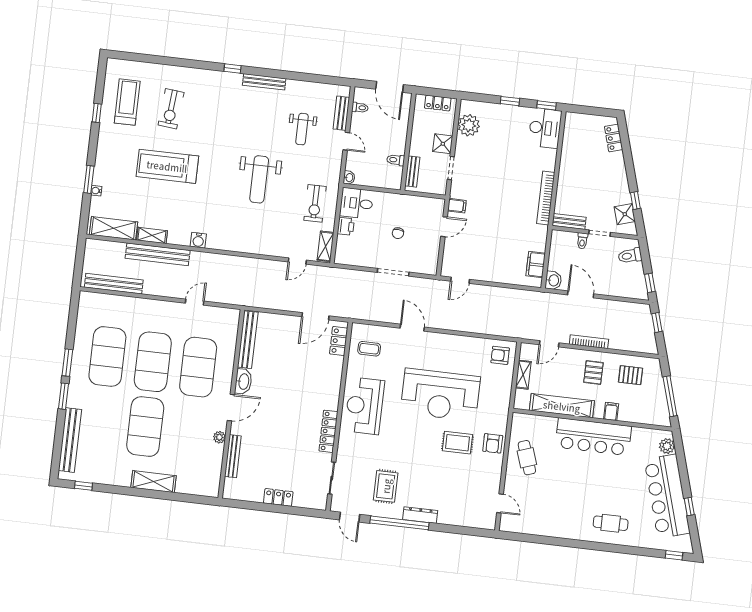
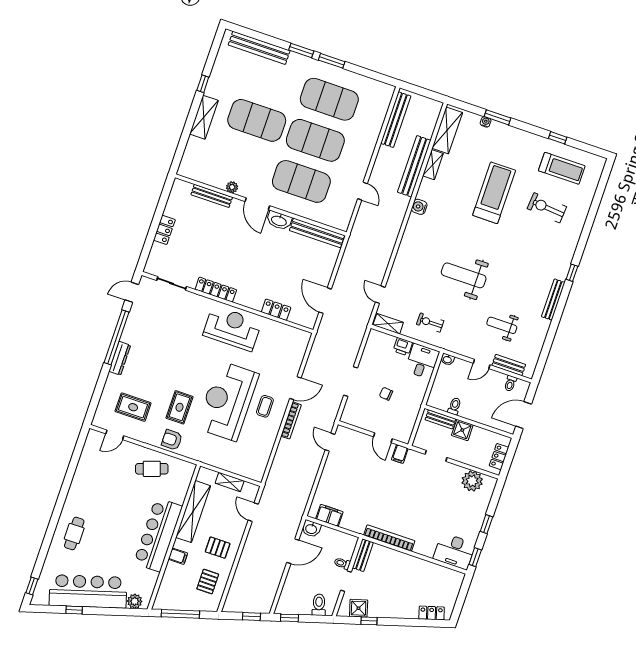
shower: (443, 144) -> (462, 430), moved
exercise bike: (315, 203) -> (430, 323), width x0.73, depth x0.72
locker: (339, 341) -> (276, 310), moved
bookcase: (589, 342) -> (291, 420), moved
coffee table: (369, 349) -> (265, 406), moved
armchair: (500, 355) -> (252, 464), removed
window: (84, 486) -> (203, 84), moved
rug: (386, 486) -> (133, 407), moved

